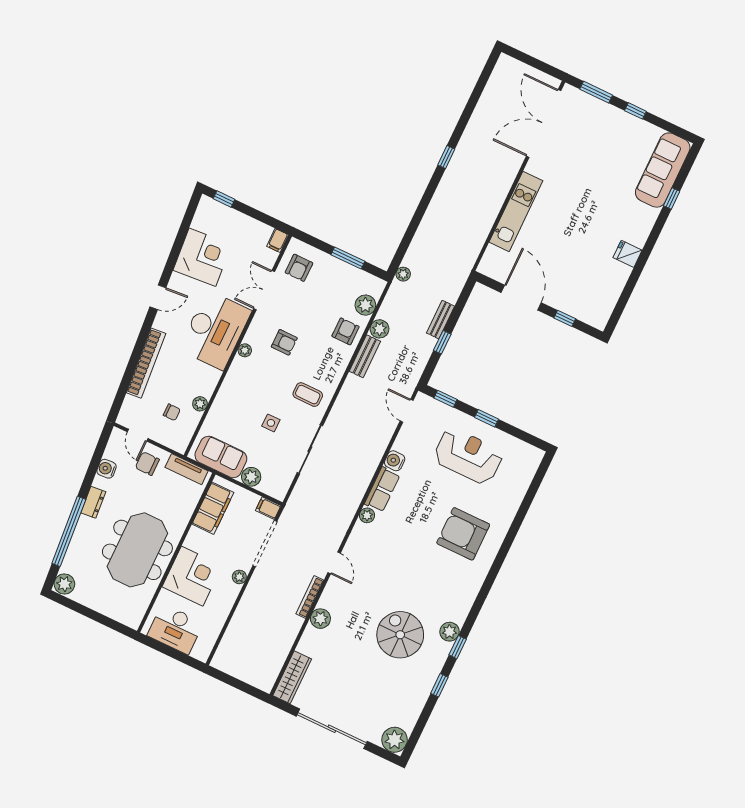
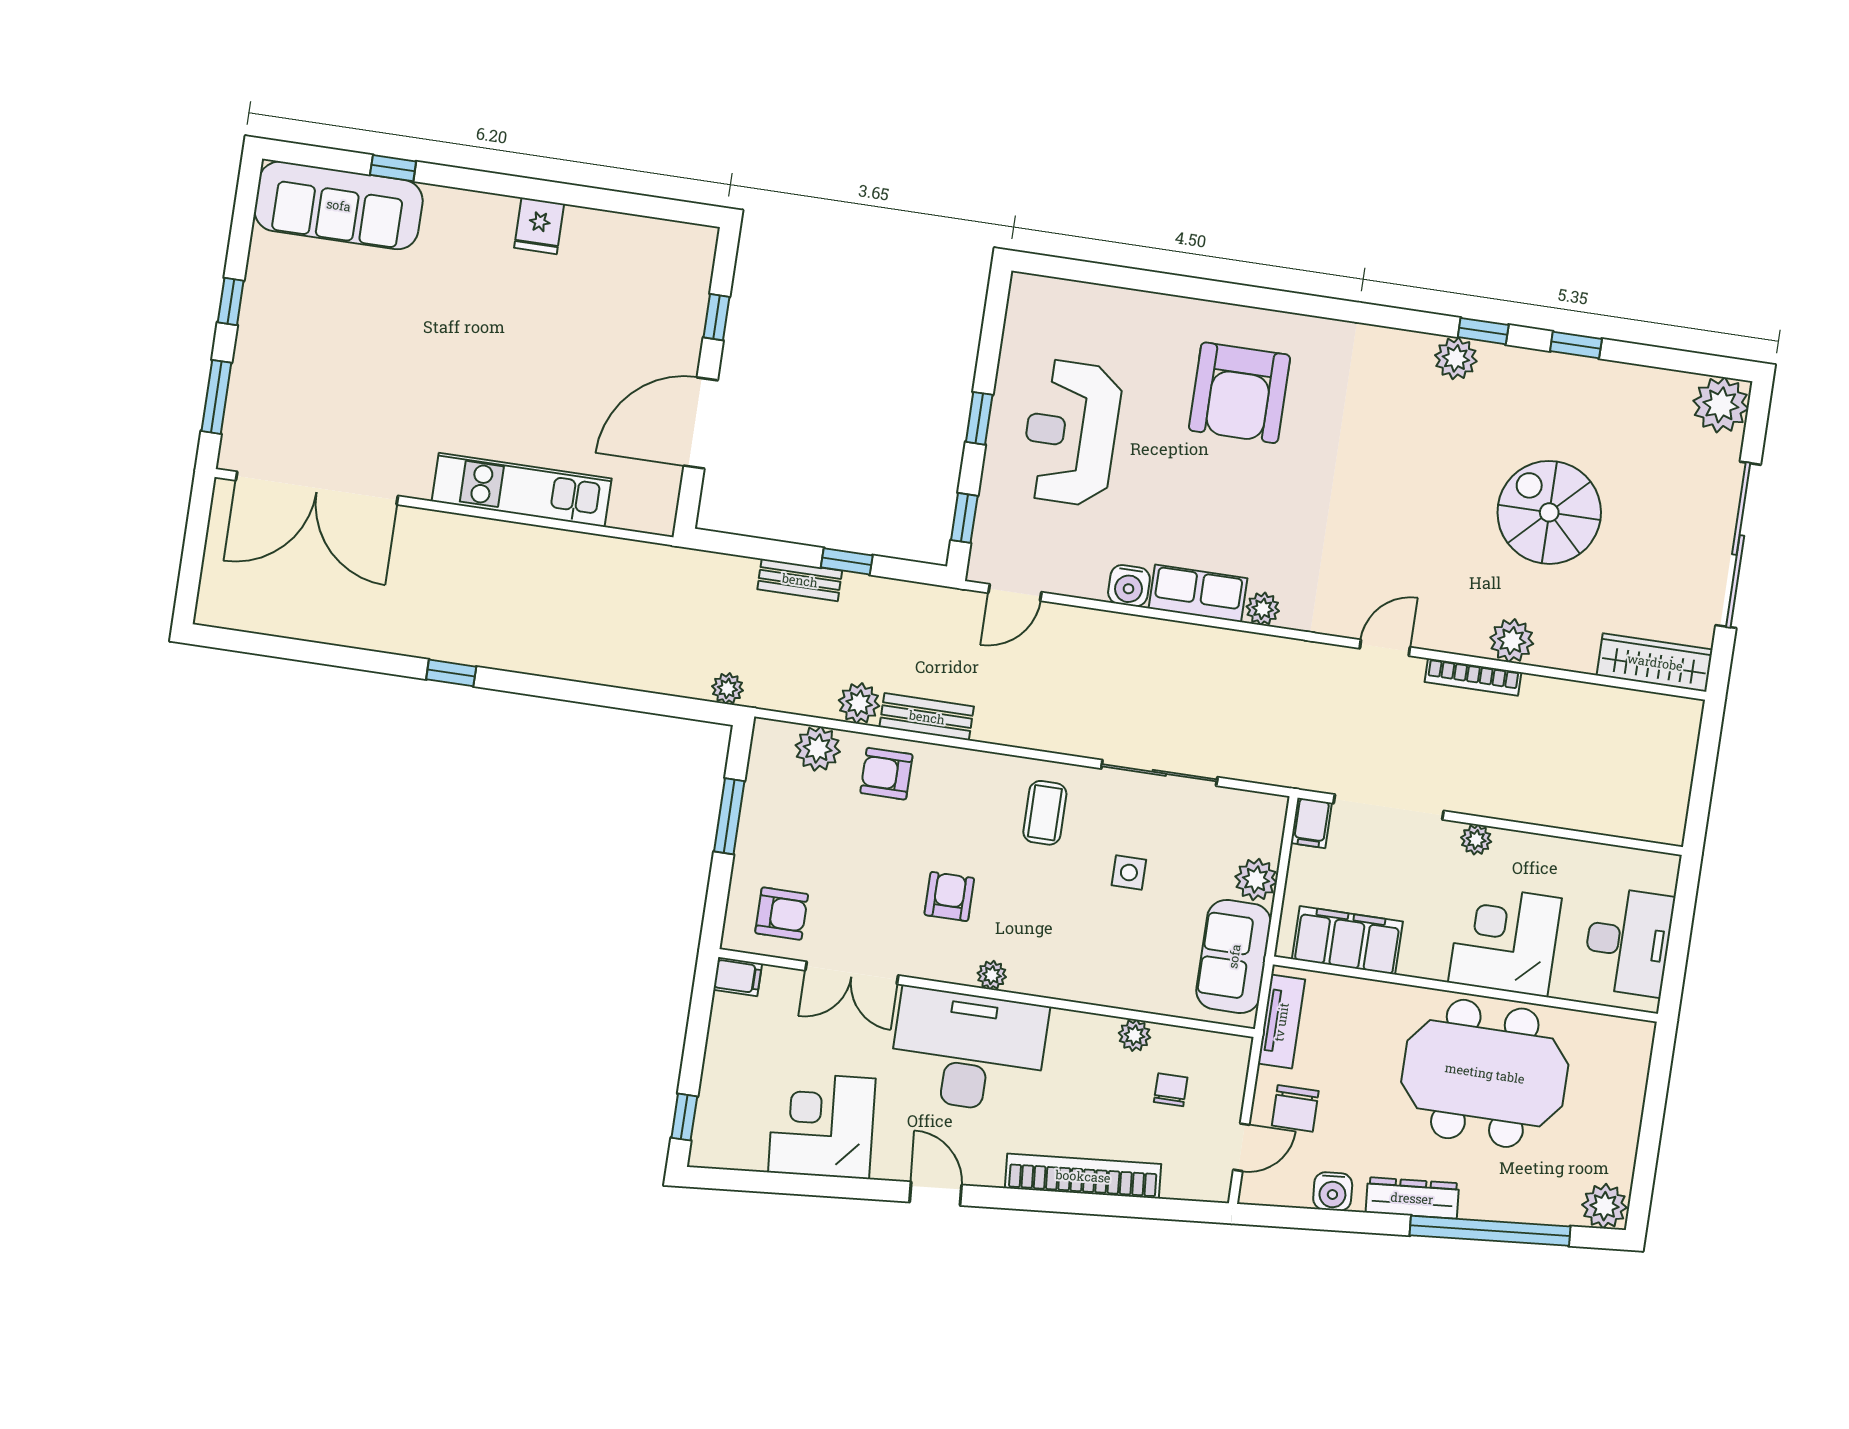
dresser: (93, 502) -> (1412, 1198), width x1.44
spiral stairs: (400, 635) -> (1549, 512), moved, turned 90

